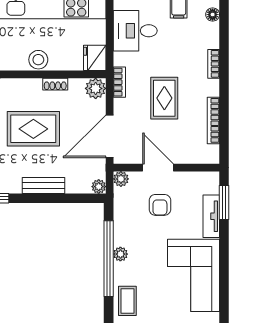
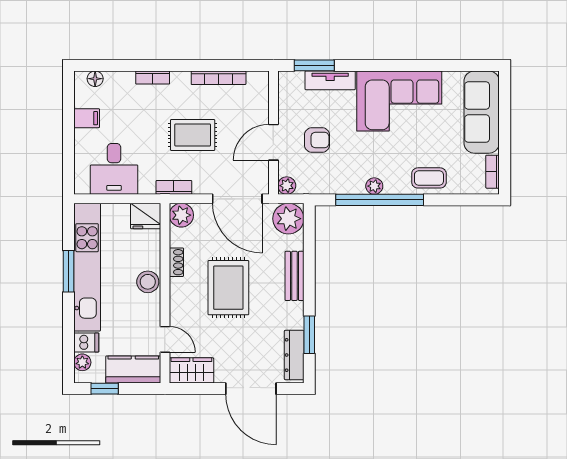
plant: (99, 187) -> (288, 219), width x1.88, depth x1.88

